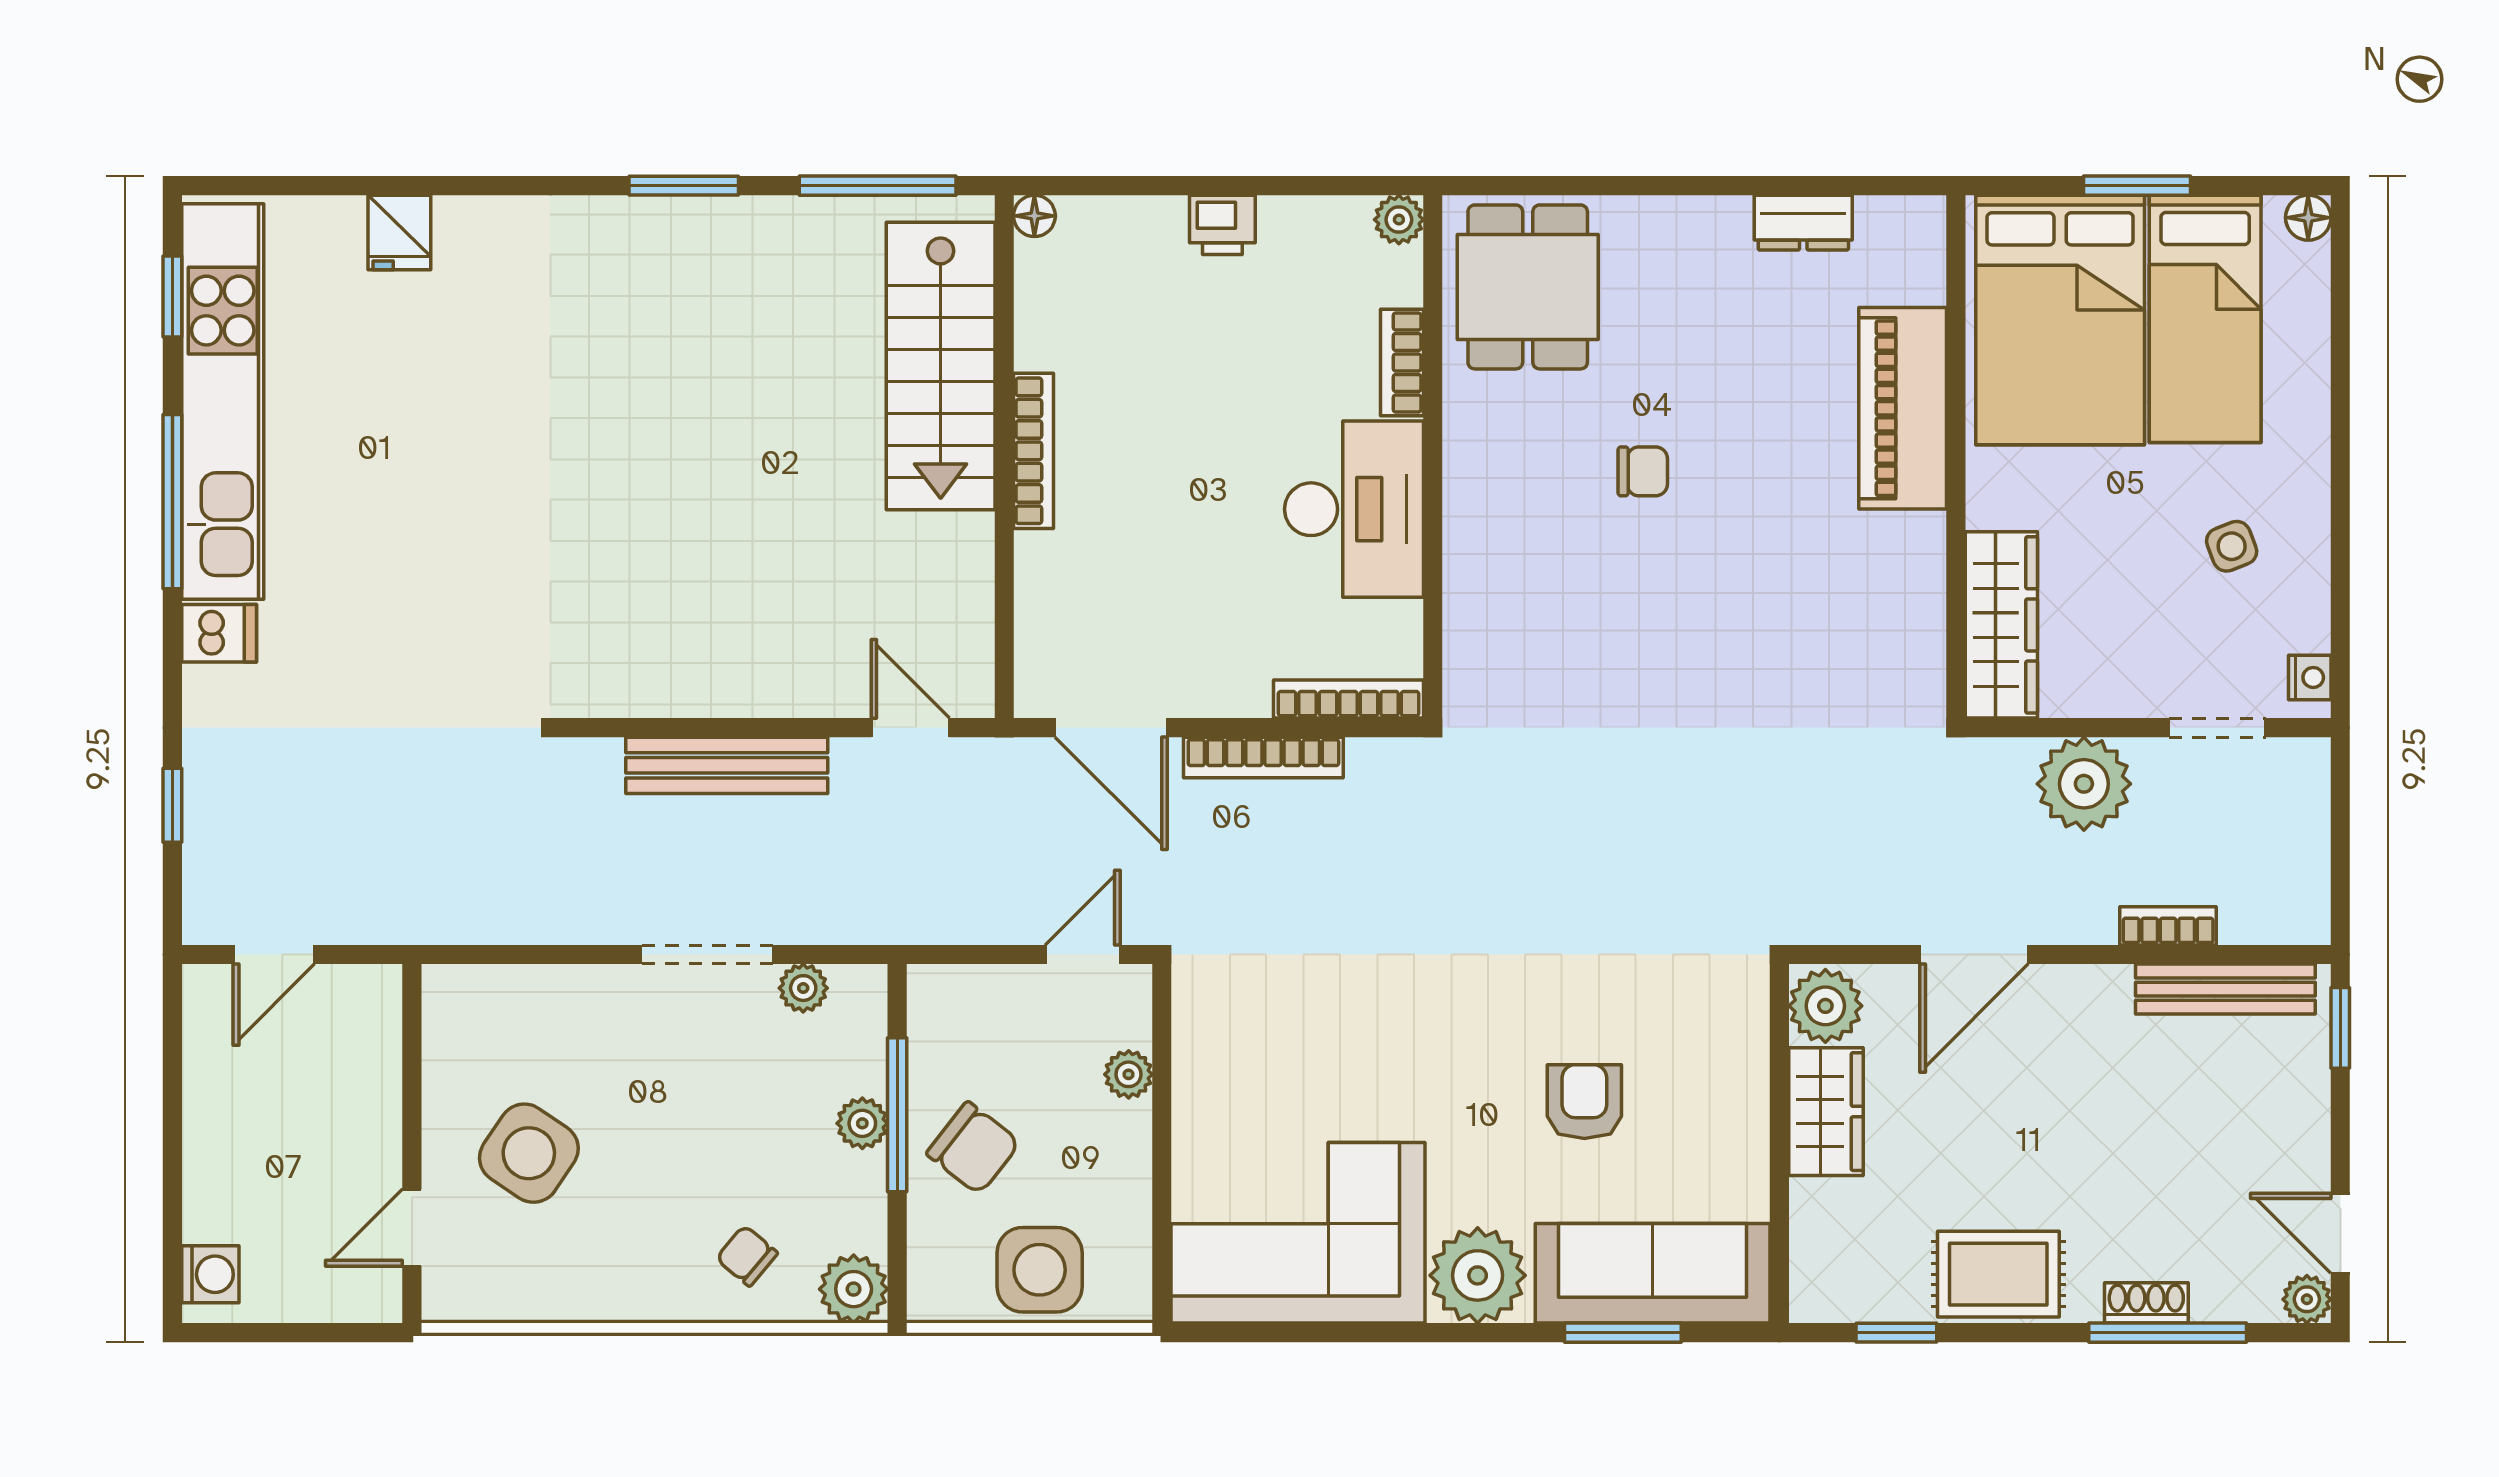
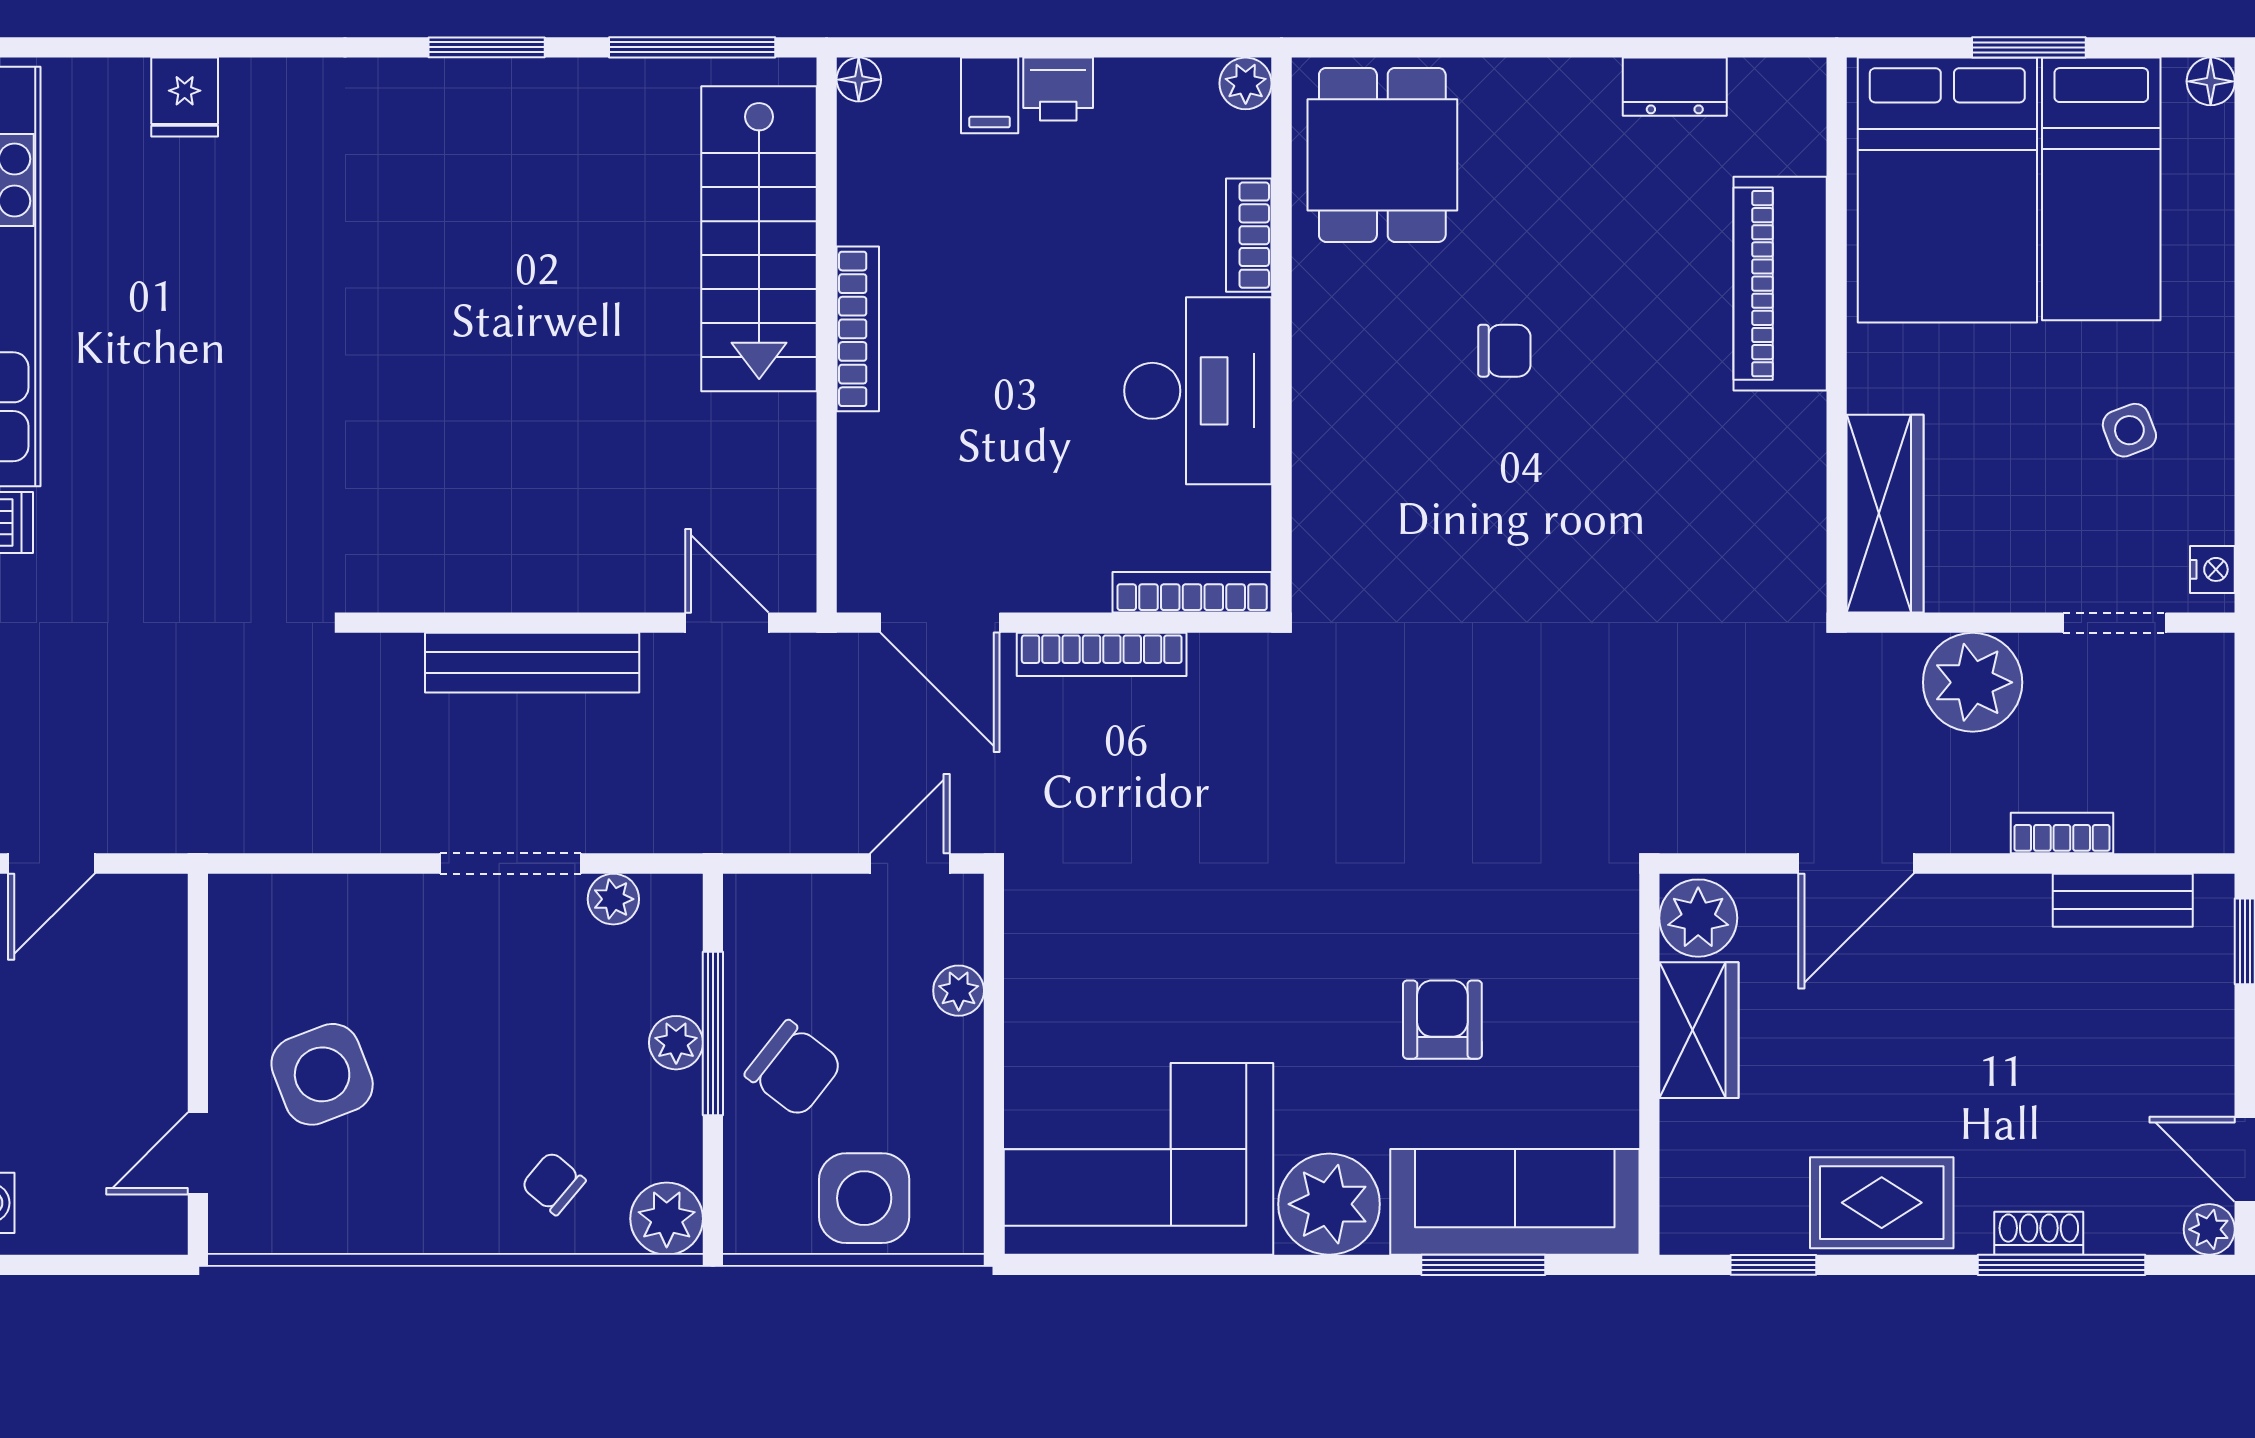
filing cabinet: (1158, 231) -> (990, 95), added
bench: (2225, 989) -> (2123, 900), width x0.73
side table: (529, 1153) -> (322, 1074), turned 35

